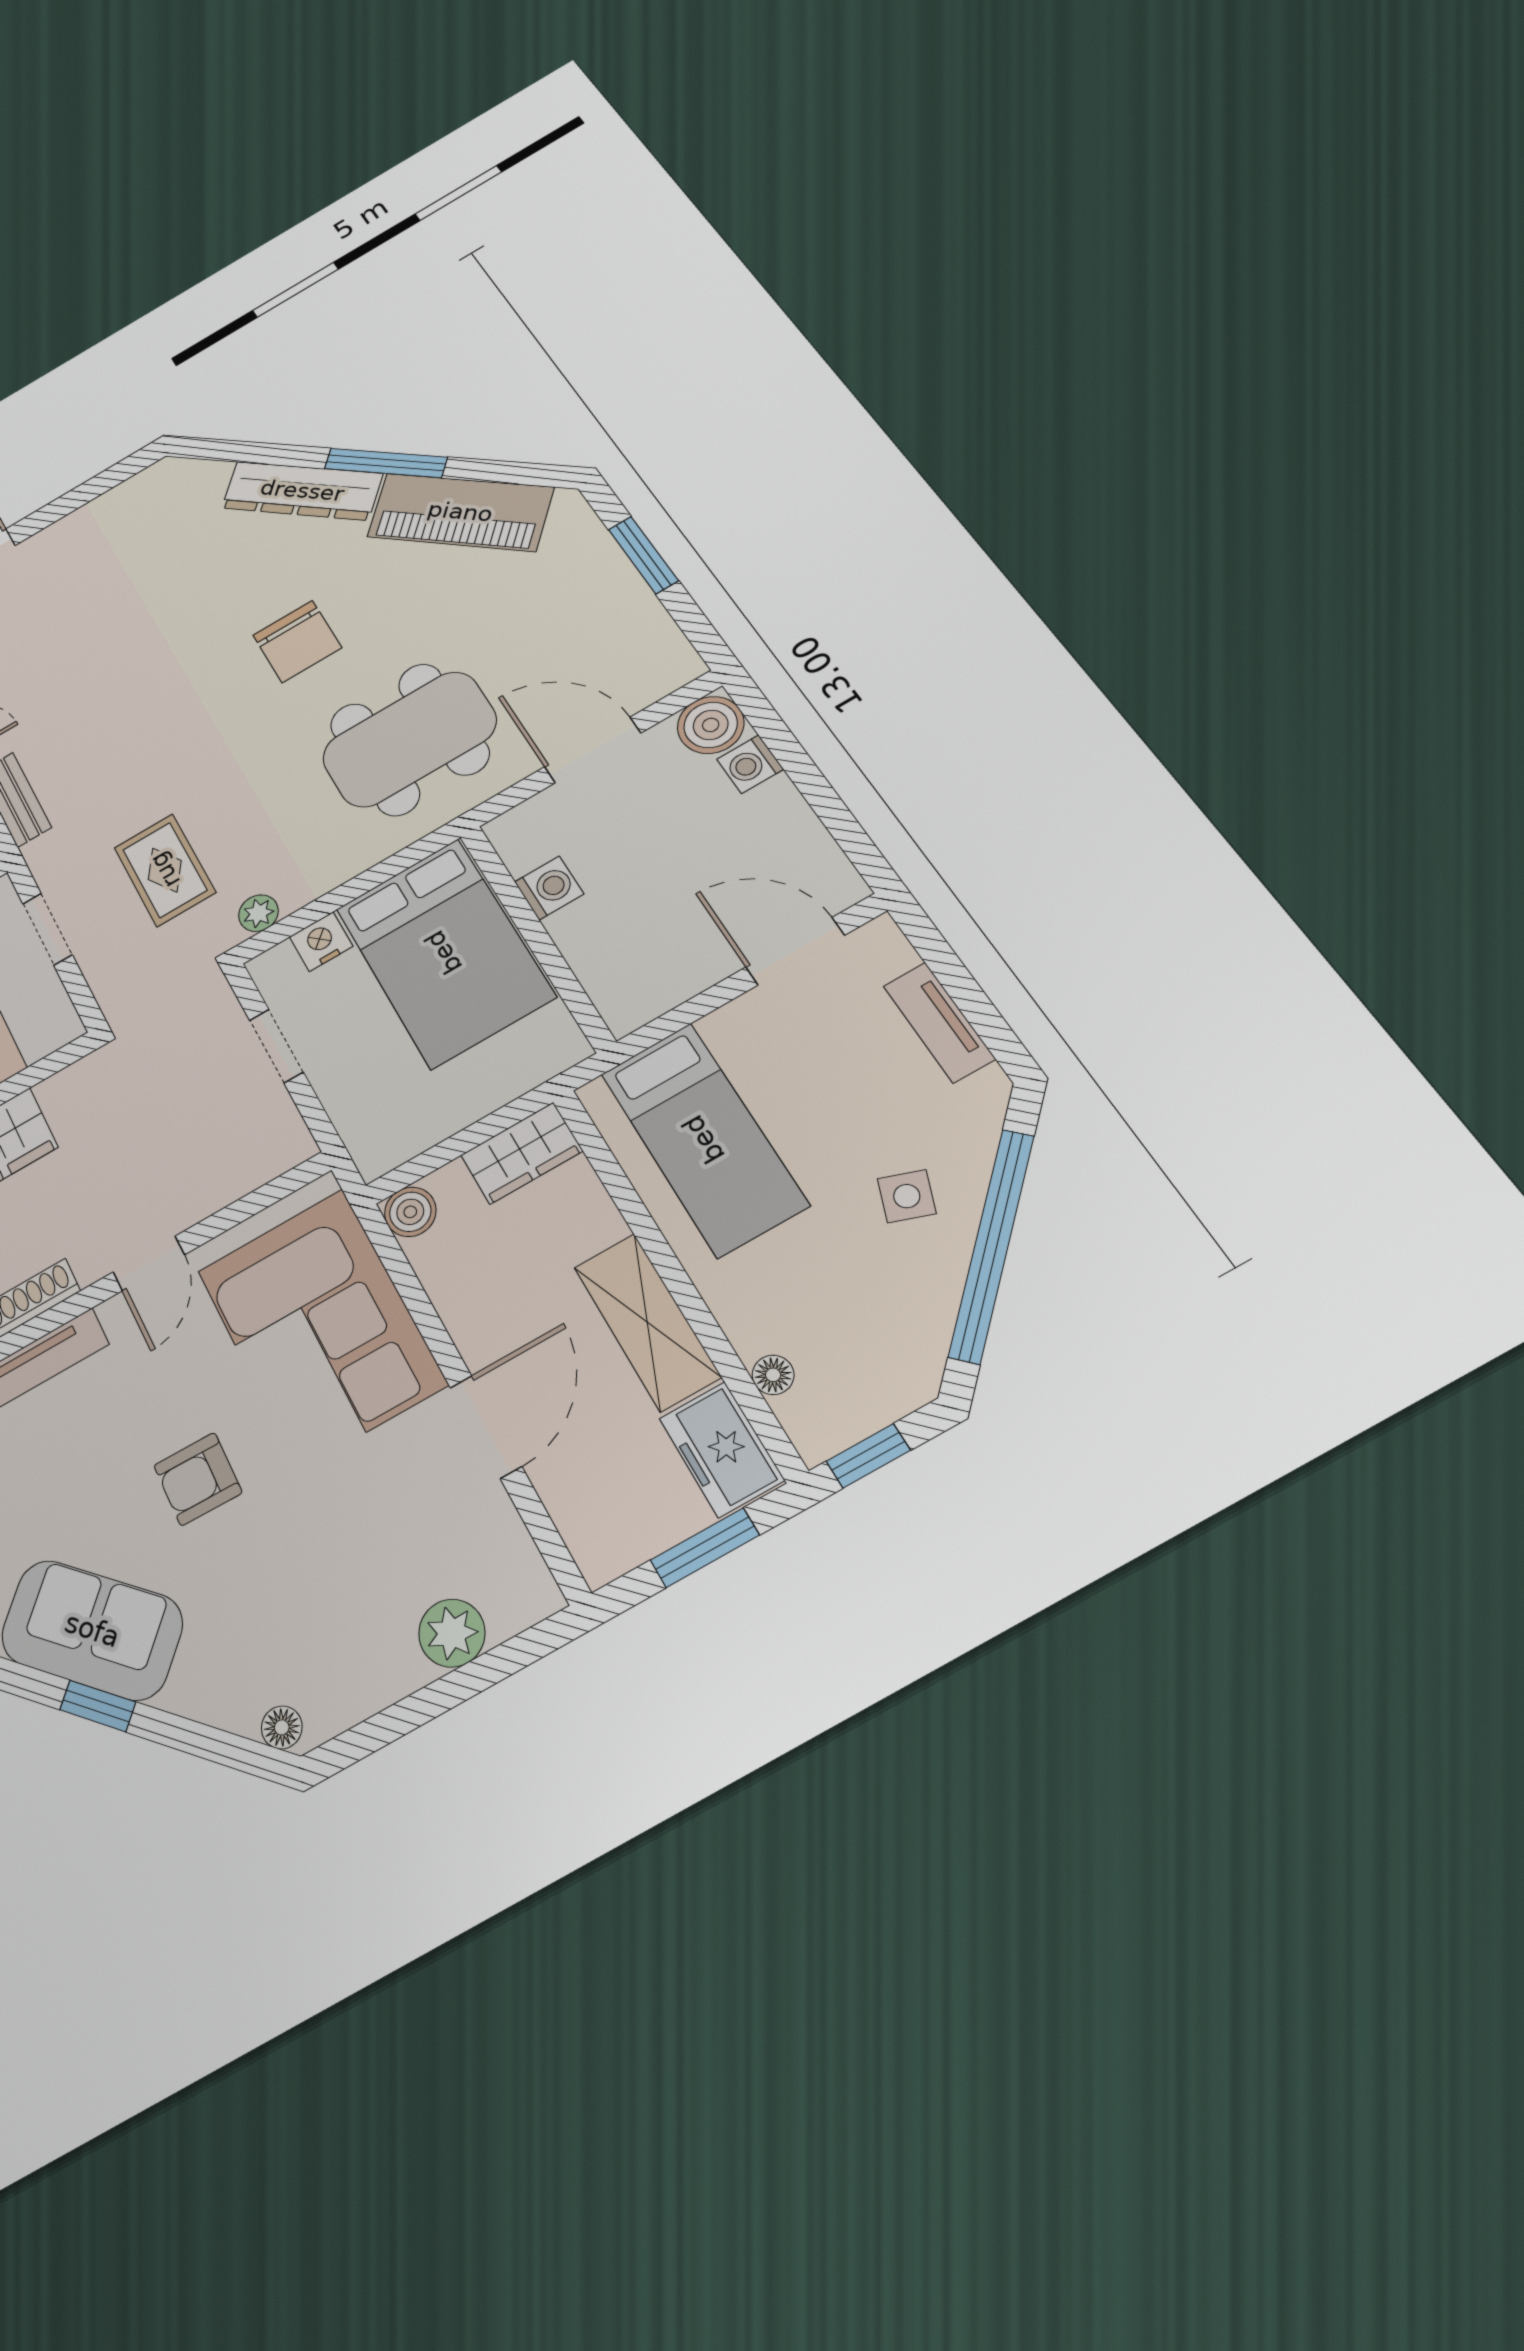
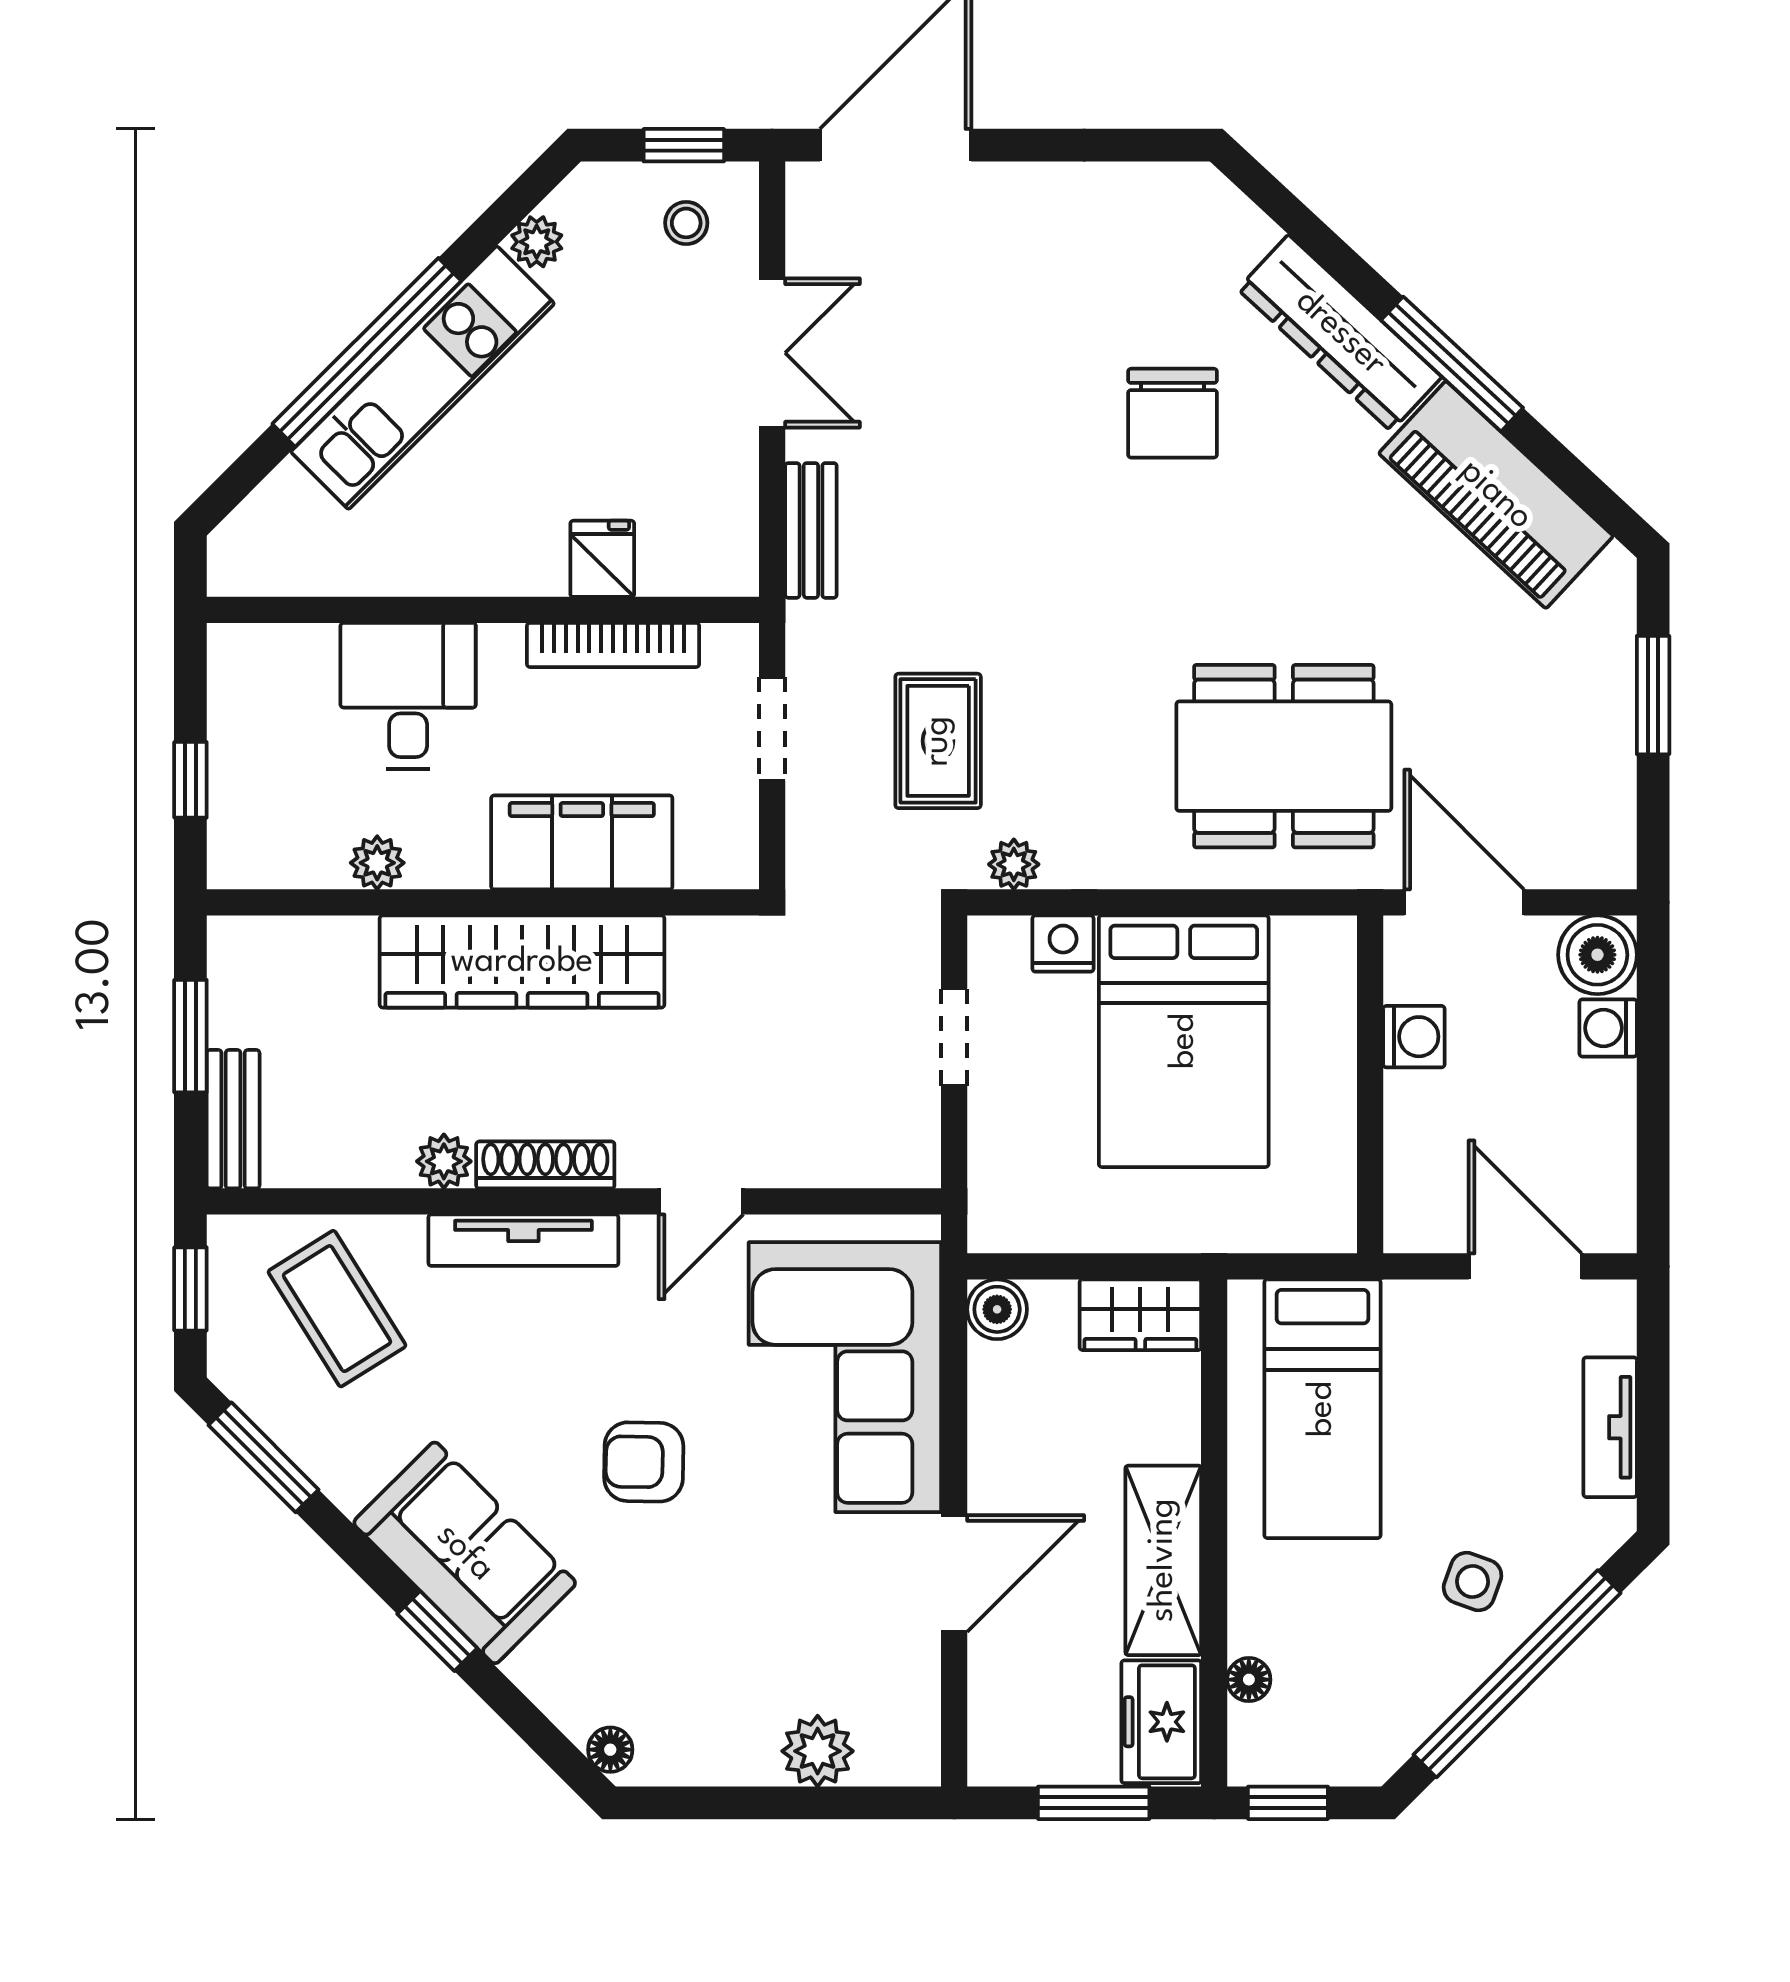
chair: (297, 641) -> (1173, 413), moved
washing machine: (549, 888) -> (1414, 1037), moved
wall: (536, 937) -> (1370, 1084), moved

